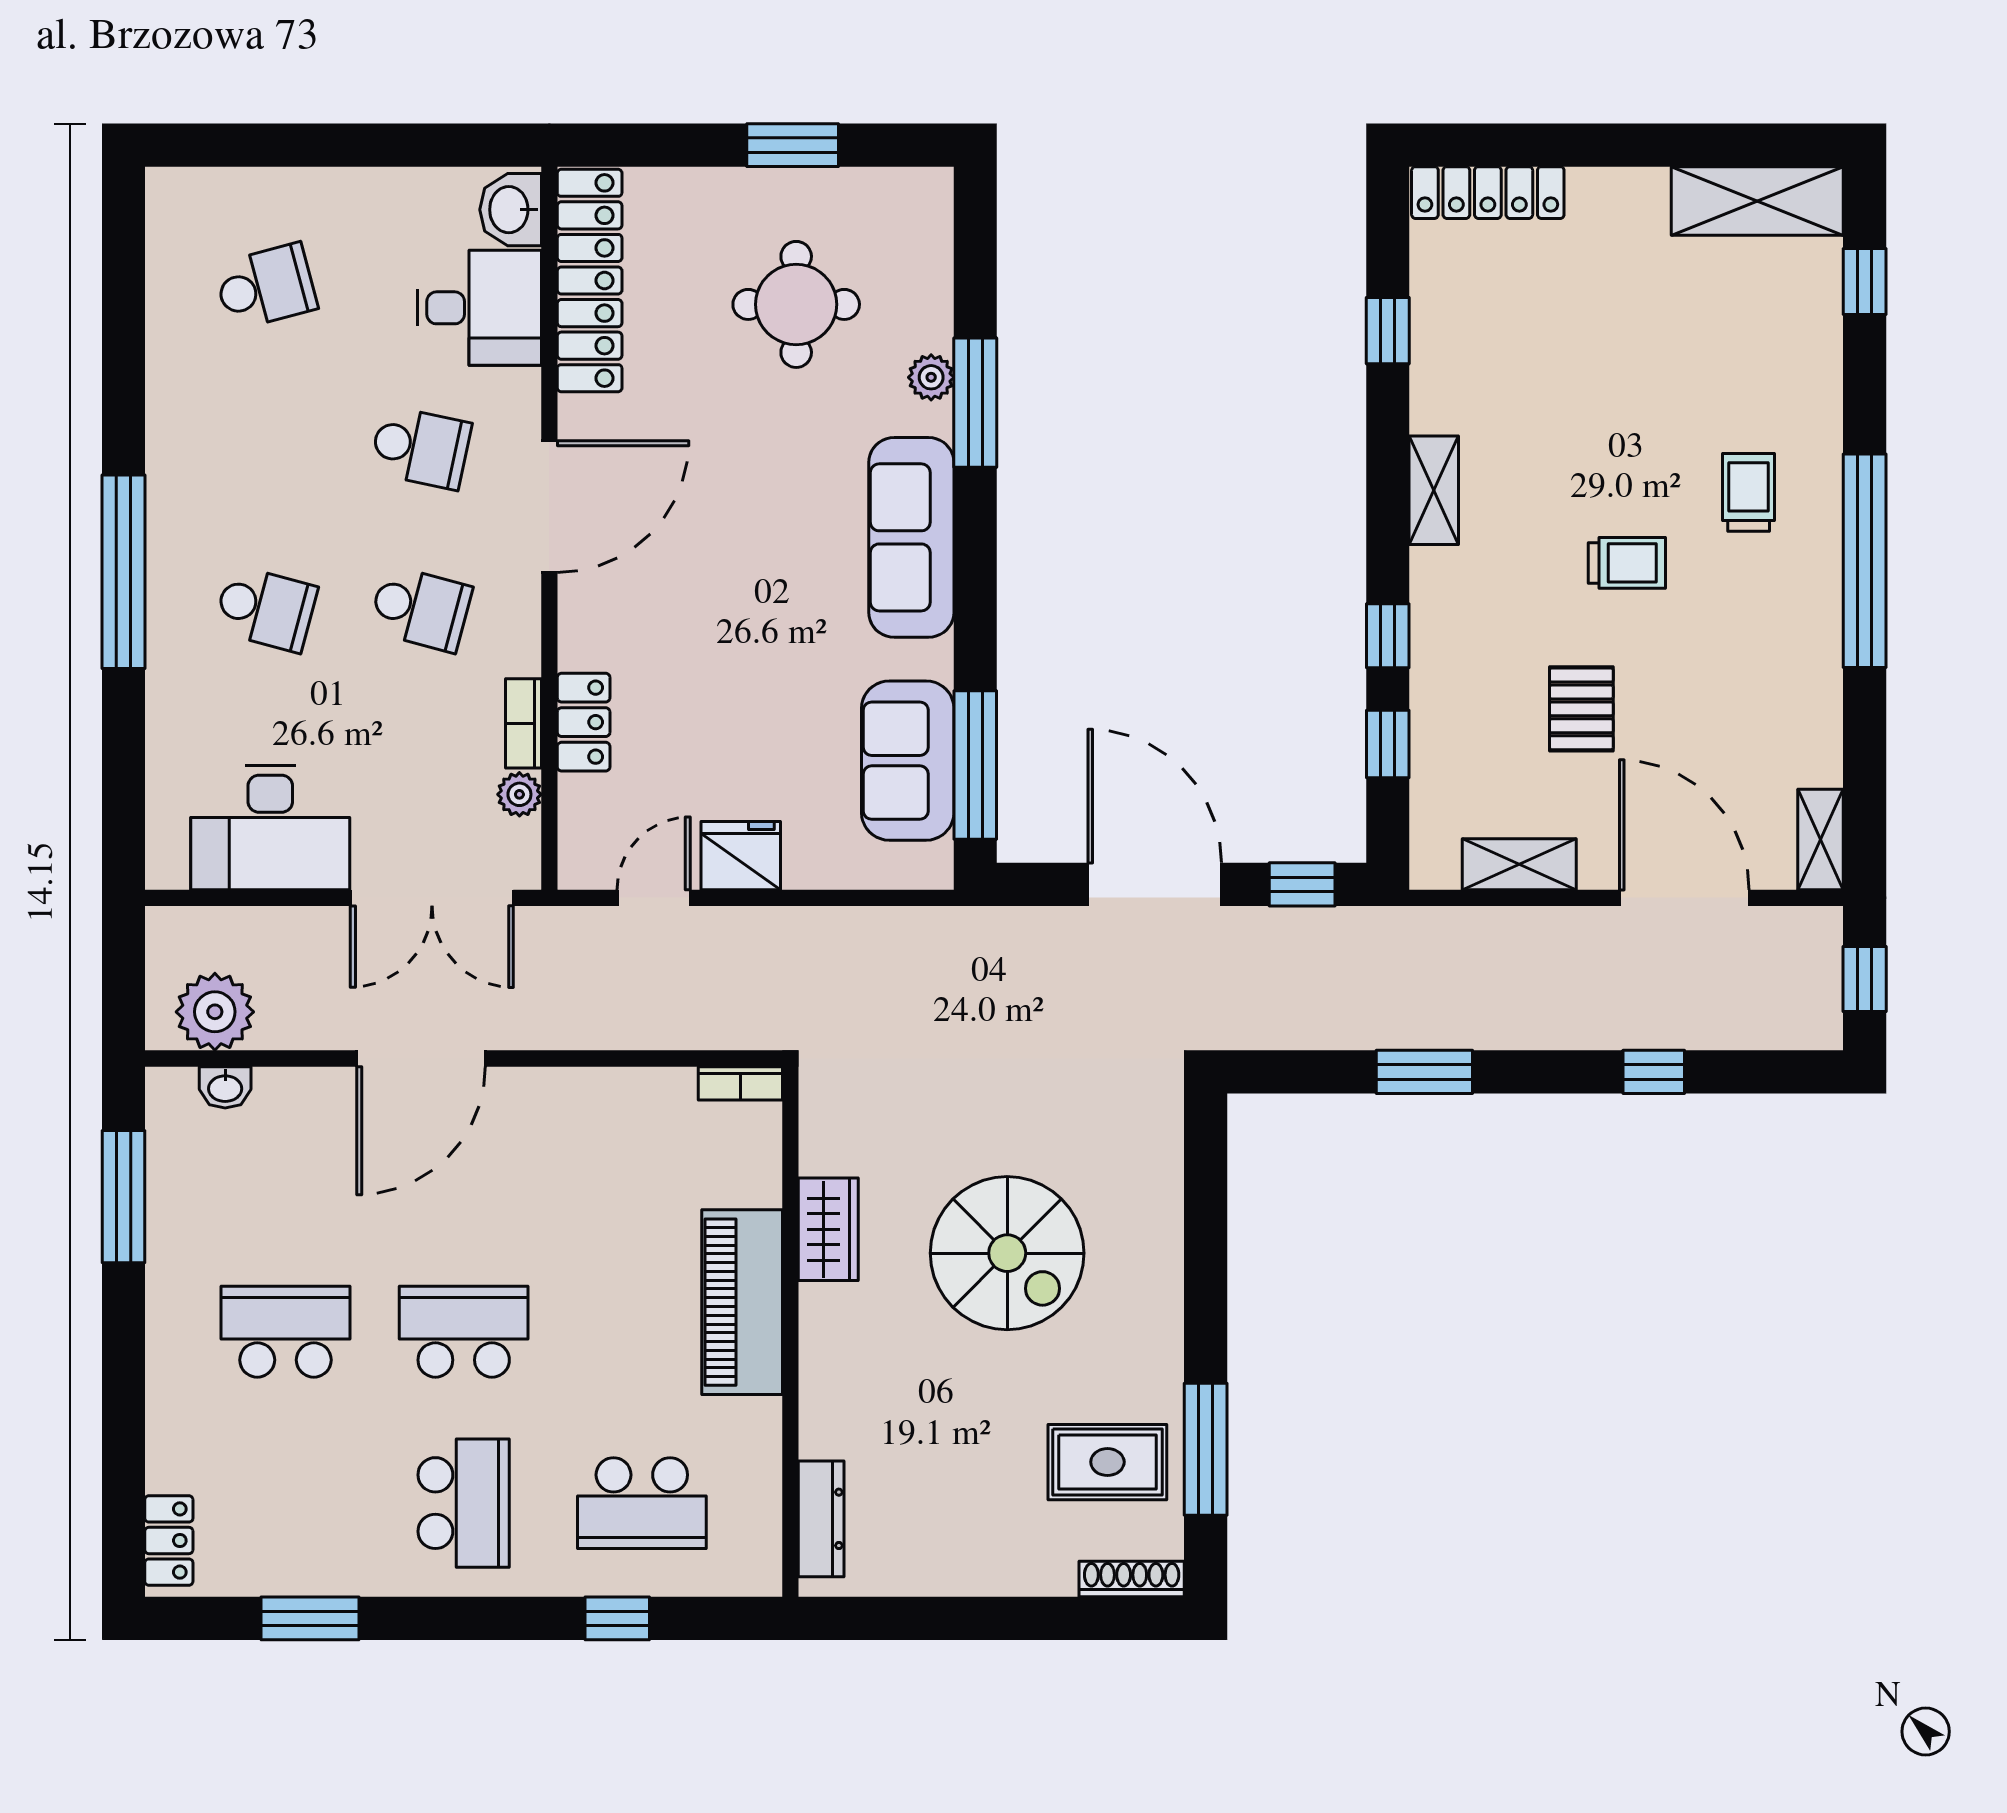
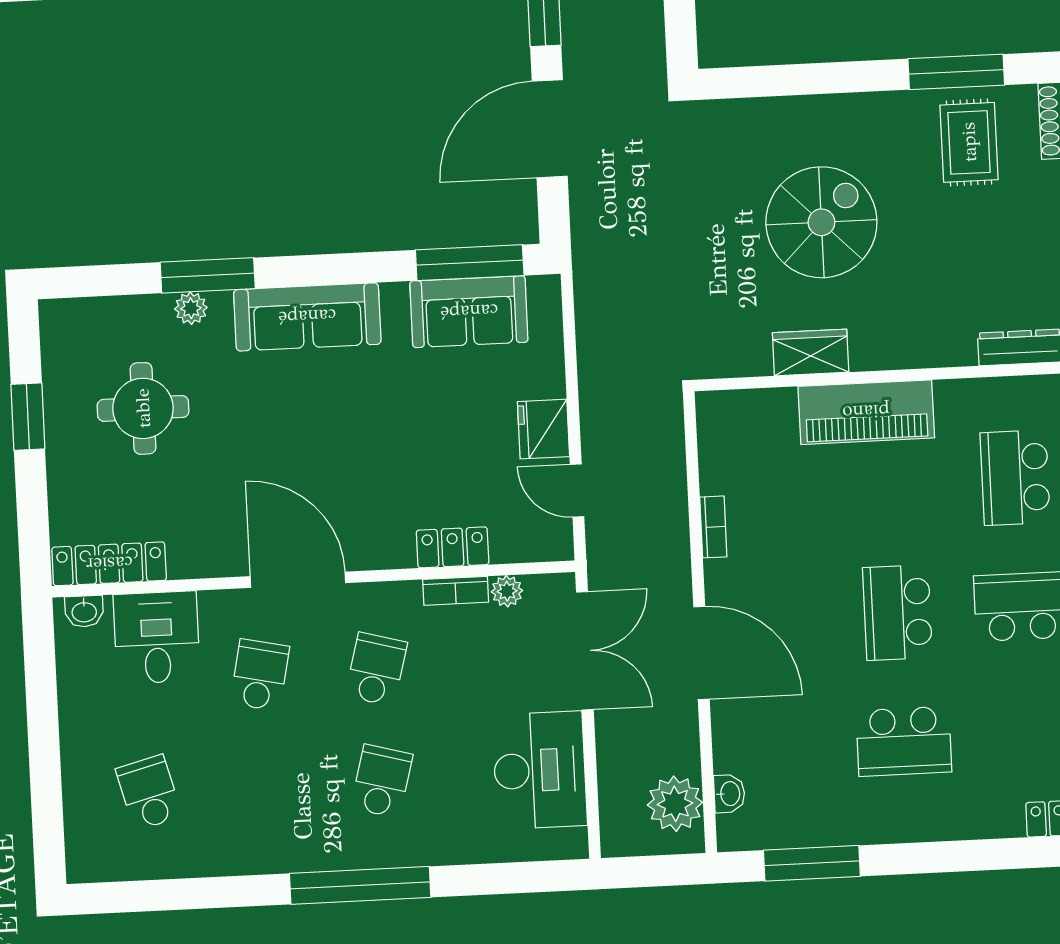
washbasin: (511, 210) -> (84, 611), width x0.72, depth x0.69
locker: (590, 281) -> (109, 564), width x0.71, depth x0.83
bookcase: (740, 1083) -> (713, 527), moved
school desk: (285, 1332) -> (904, 741), turned -90
school desk: (642, 1503) -> (1015, 478), turned 180

